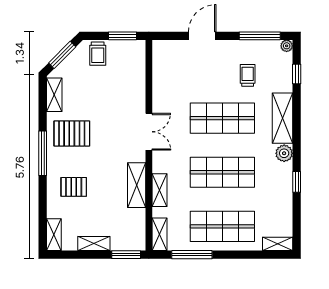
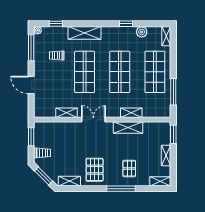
window: (43, 153) -> (121, 189), moved
plant: (284, 153) -> (142, 32), moved
shelving: (160, 234) -> (67, 113), moved

